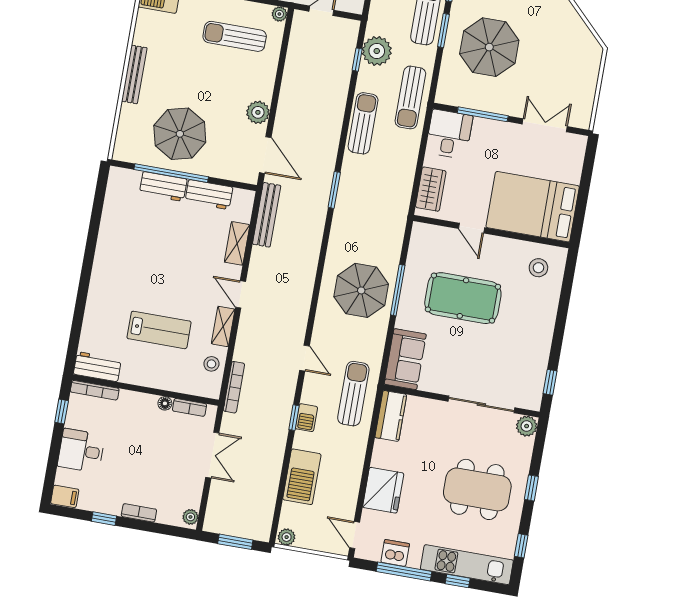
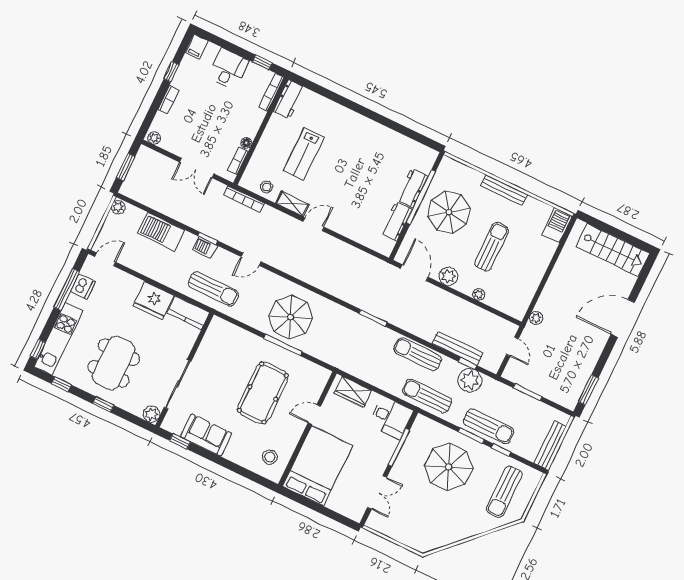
plant: (279, 14) -> (479, 294), moved
sun lounger: (235, 36) -> (492, 247), moved
sun lounger: (363, 123) -> (418, 354), turned 180
door: (265, 155) -> (414, 273), swing flipped
bench: (267, 215) -> (457, 348), moved
shelving: (237, 243) -> (353, 232), removed
sofa: (405, 359) -> (206, 435), moved, turned 180
fridge: (383, 490) -> (153, 301), moved
window: (458, 581) -> (38, 349), moved

